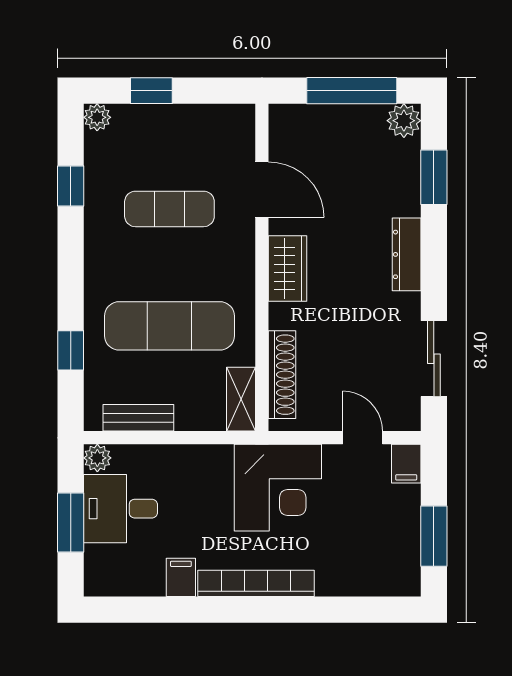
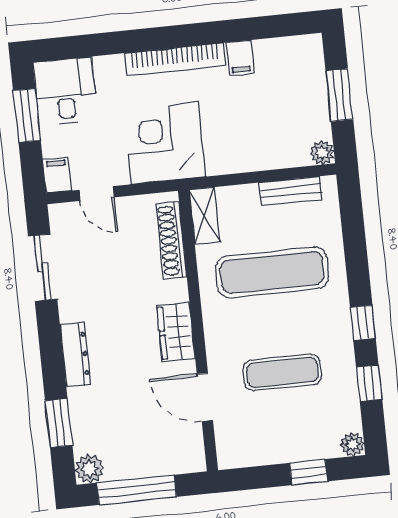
window: (71, 350) -> (363, 323), moved
desk: (120, 509) -> (65, 91), moved, turned -90

